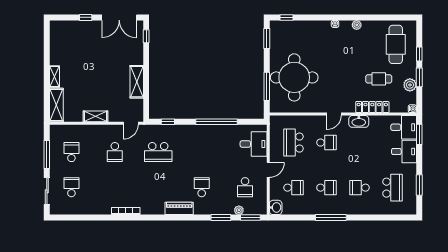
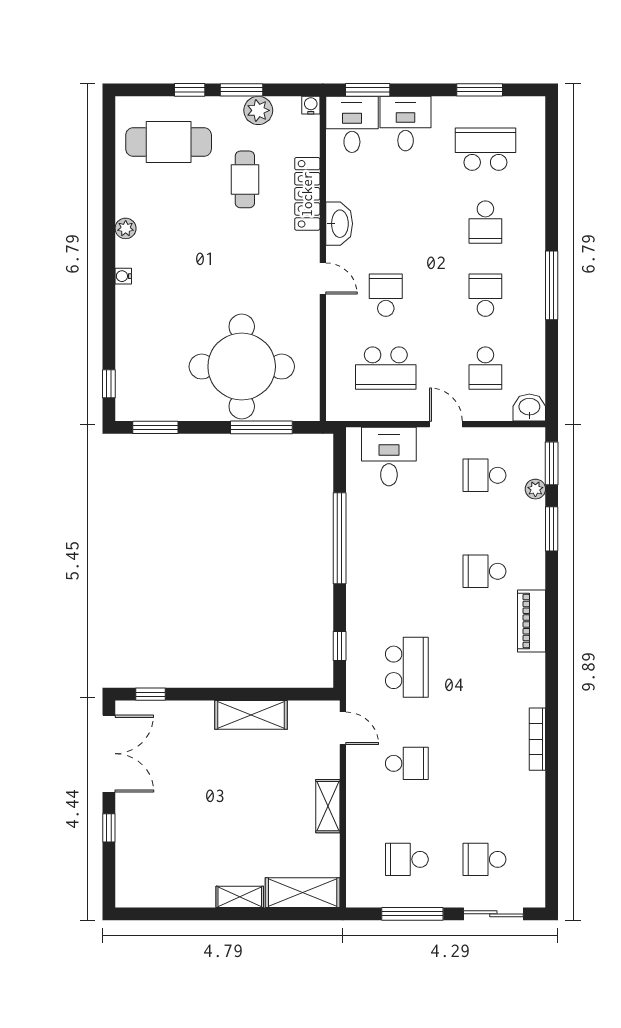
school desk: (245, 187) -> (484, 475), turned 180
school desk: (293, 188) -> (485, 368), turned 180

